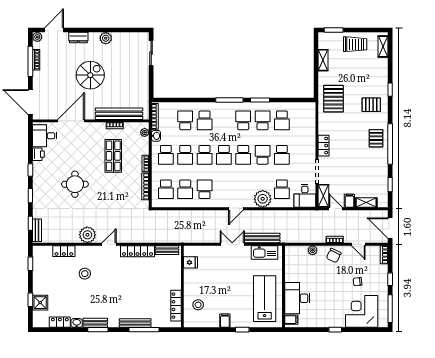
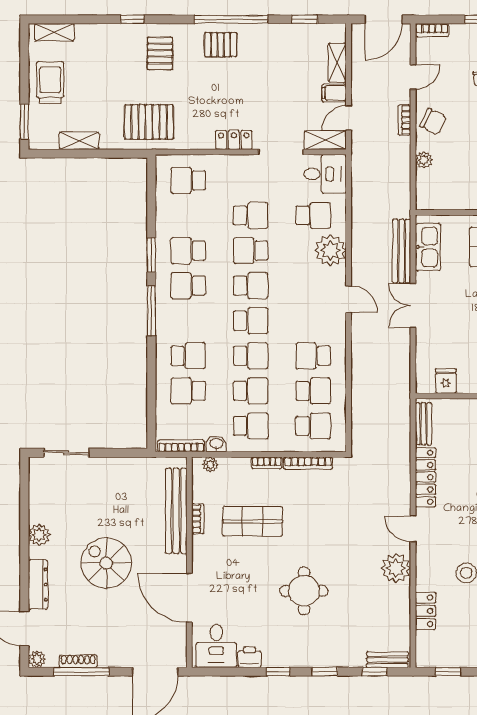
dresser: (78, 38) -> (38, 585), width x1.44
school desk: (282, 120) -> (188, 180), moved, turned 180

